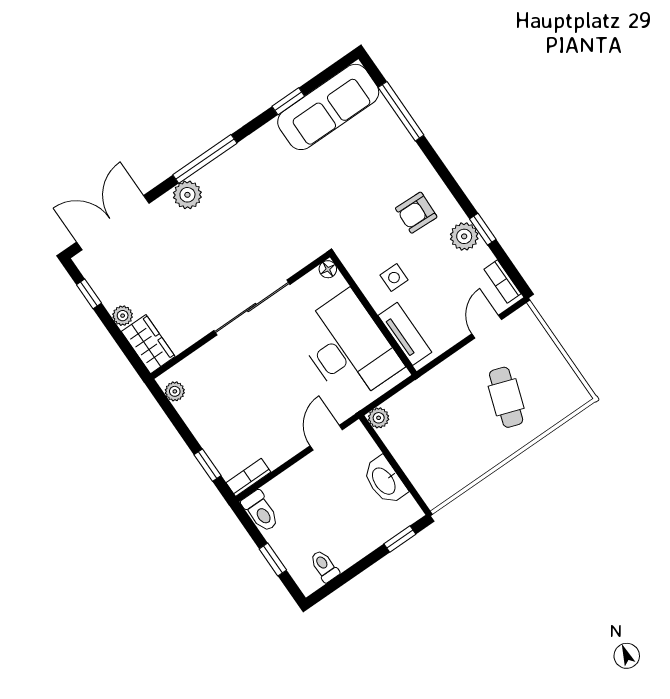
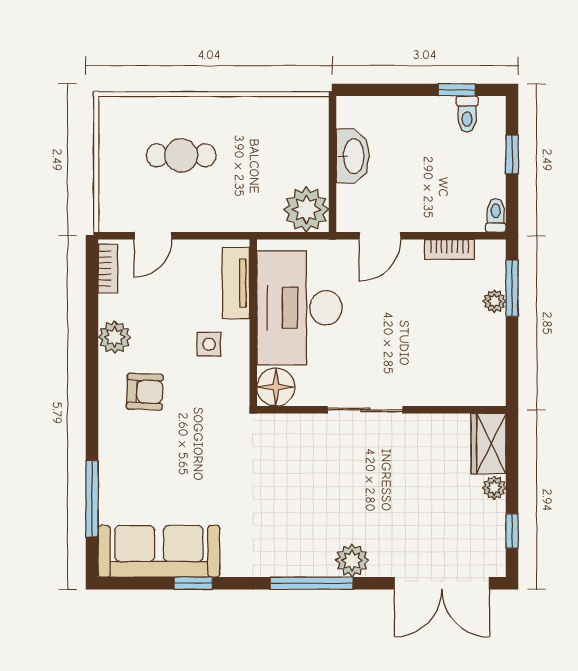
window: (483, 229) -> (92, 332), removed
floor lamp: (328, 269) -> (276, 387), width x1.89, depth x1.89
sliding door: (252, 308) -> (365, 410), width x0.73
plant: (175, 391) -> (495, 301), moved
cafe table: (506, 397) -> (181, 155), turned 71
plant: (379, 418) -> (306, 210), width x1.88, depth x1.88
window: (207, 465) -> (512, 288), width x1.50
bookcase: (248, 477) -> (450, 249), moved
toilet: (260, 511) -> (496, 215), width x0.73, depth x0.72
window: (400, 539) -> (457, 90), moved

